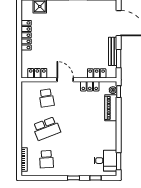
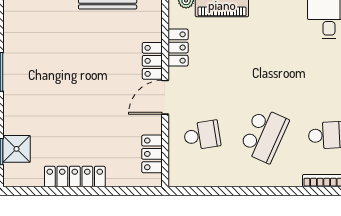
locker: (97, 73) -> (152, 61), moved
school desk: (46, 129) -> (264, 135), turned 45

